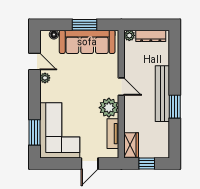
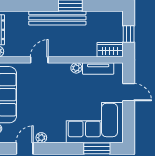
door: (121, 87) -> (39, 60), moved
plant: (109, 108) -> (76, 68), width x0.53, depth x0.53

